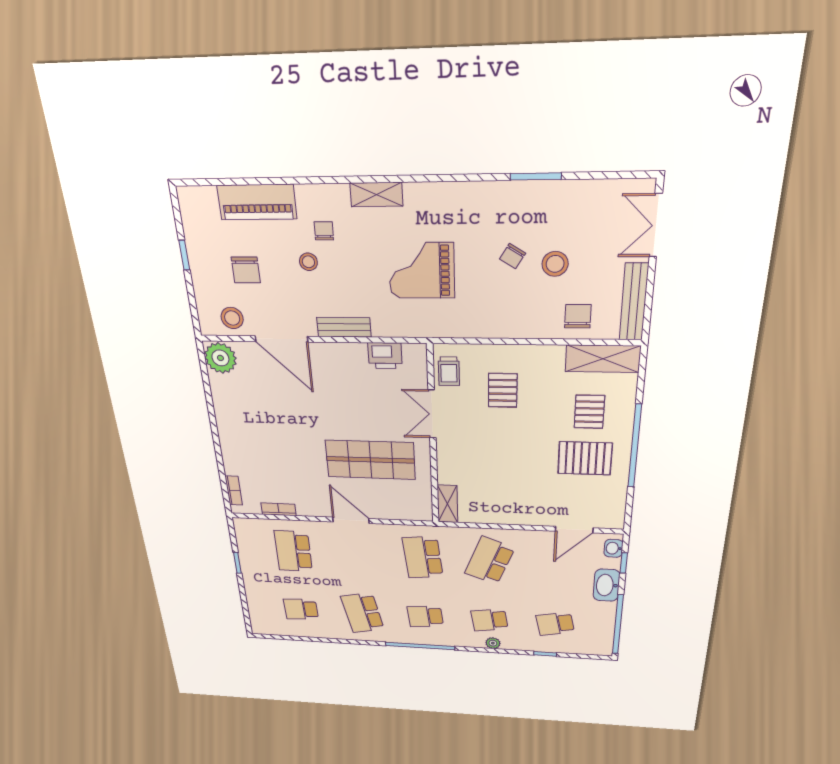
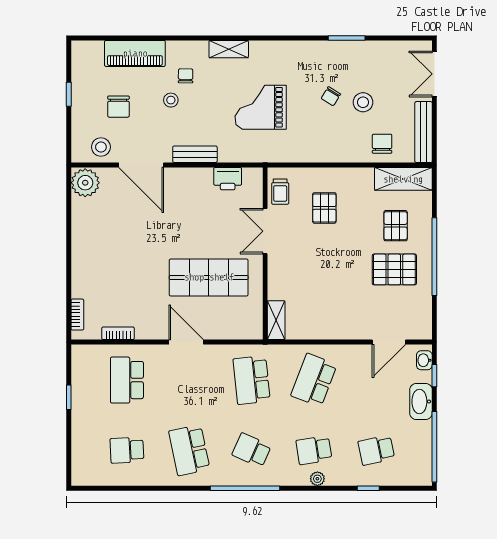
school desk: (425, 616) -> (252, 450), turned 30

